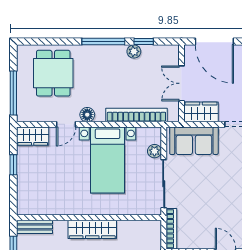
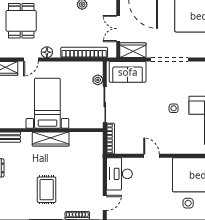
bed with nightstands: (108, 160) -> (47, 103), moved, turned 180

